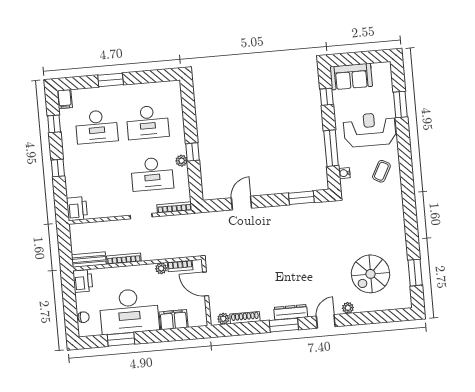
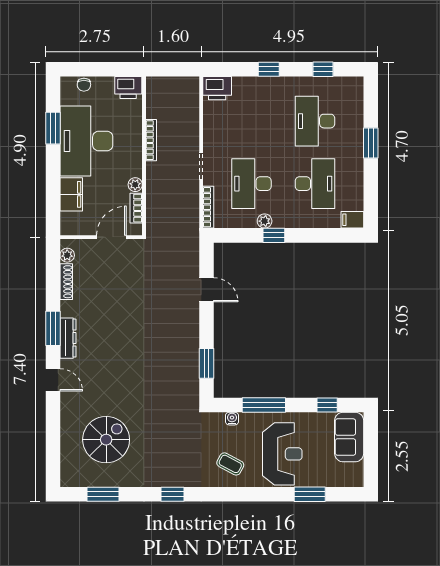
filing cabinet: (65, 99) -> (352, 220), moved
desk: (148, 122) -> (315, 184), turned 180
window: (410, 216) -> (172, 494), added
bench: (89, 260) -> (154, 97), removed
spiral stairs: (371, 274) -> (106, 440), turned 90
plant: (348, 308) -> (67, 408), removed

